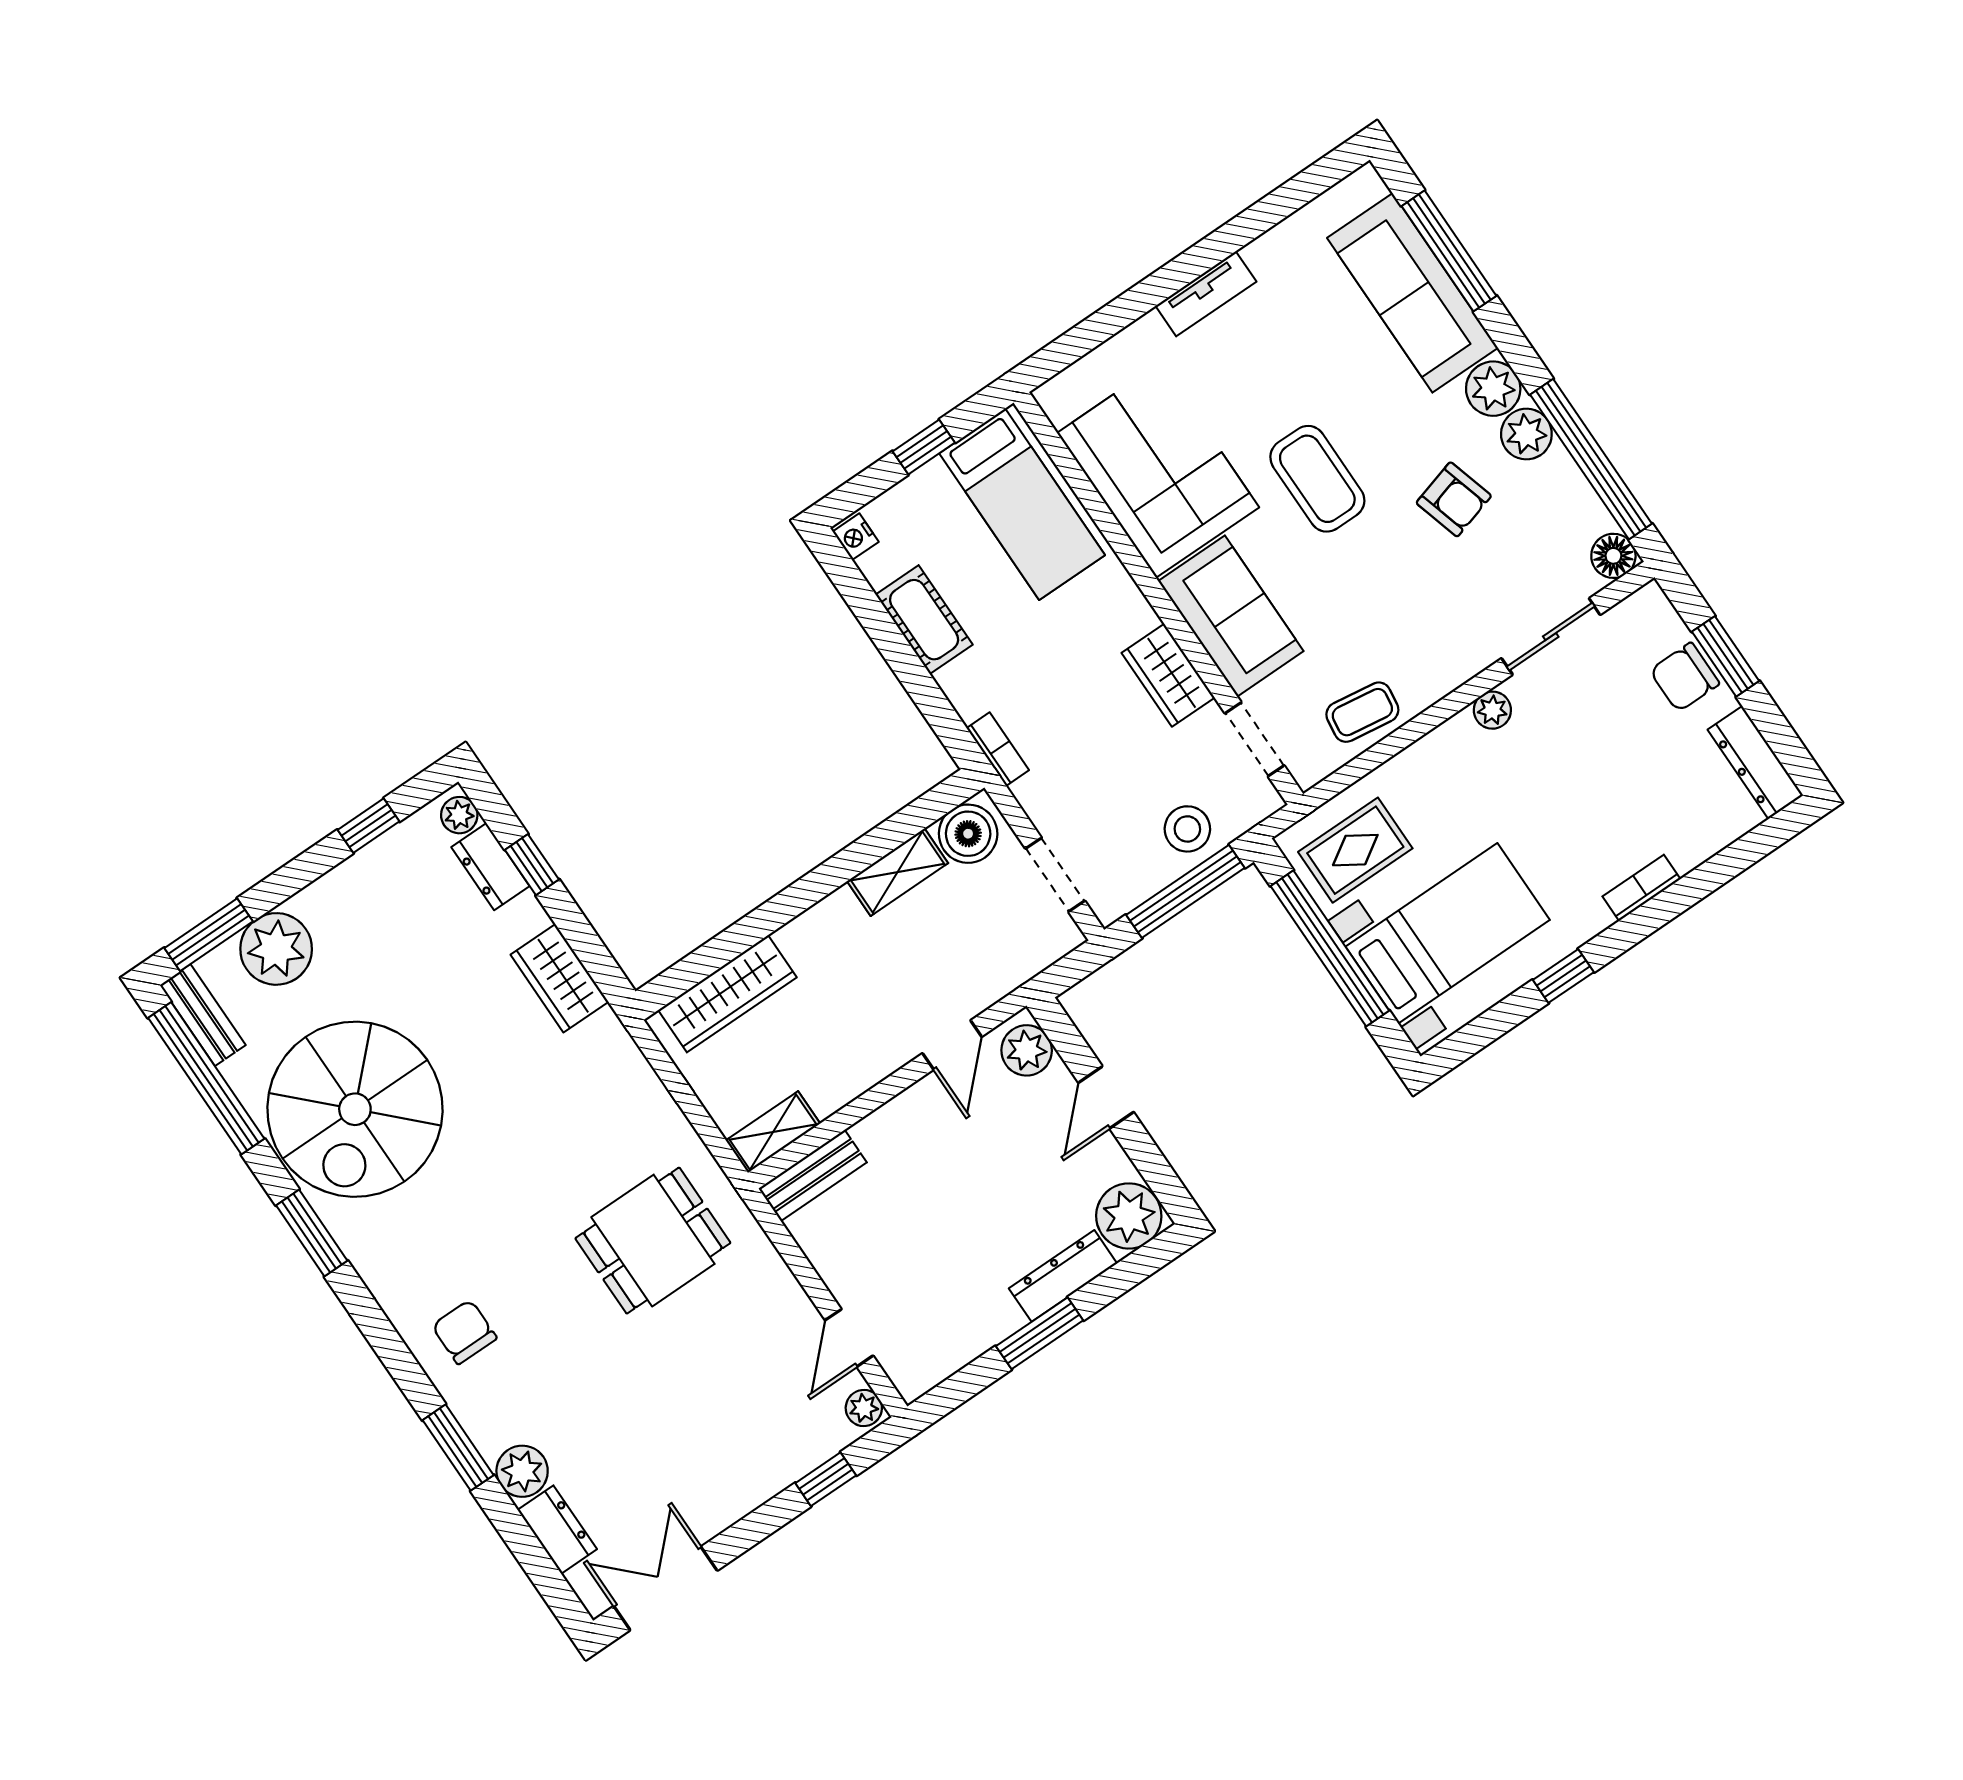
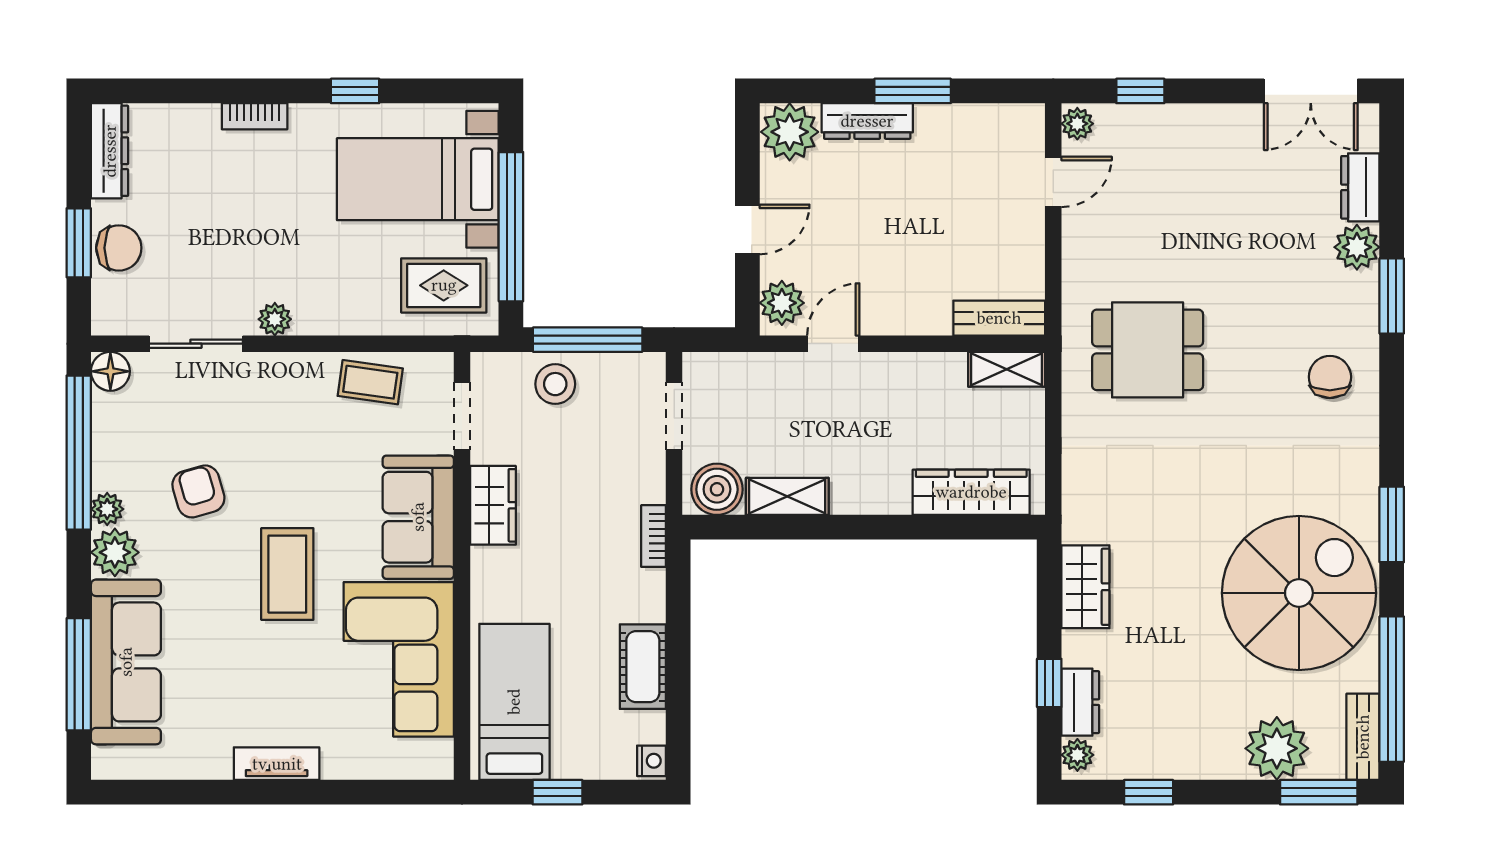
plant: (1526, 434) -> (107, 509), width x0.73, depth x0.73
chair: (464, 1332) -> (1330, 377), turned 180

